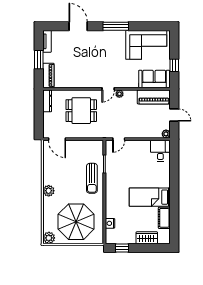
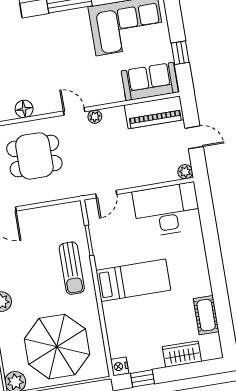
floor lamp: (80, 83) -> (24, 109), added
door: (108, 89) -> (74, 111), swing flipped
desk: (160, 151) -> (167, 210), width x1.87, depth x1.30
bed: (150, 197) -> (133, 280), moved, turned 180
nightstand: (110, 223) -> (120, 366), moved

